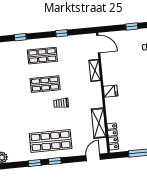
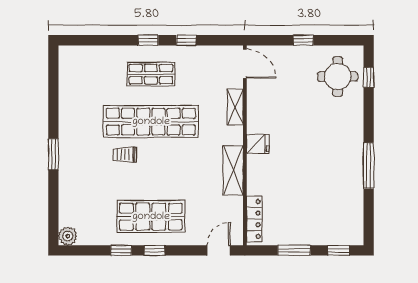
window: (20, 37) -> (148, 40), moved
shop shelf: (45, 84) -> (151, 122), width x2.00, depth x1.36
trolley: (61, 103) -> (125, 155), moved
shelving: (99, 123) -> (233, 170), moved

